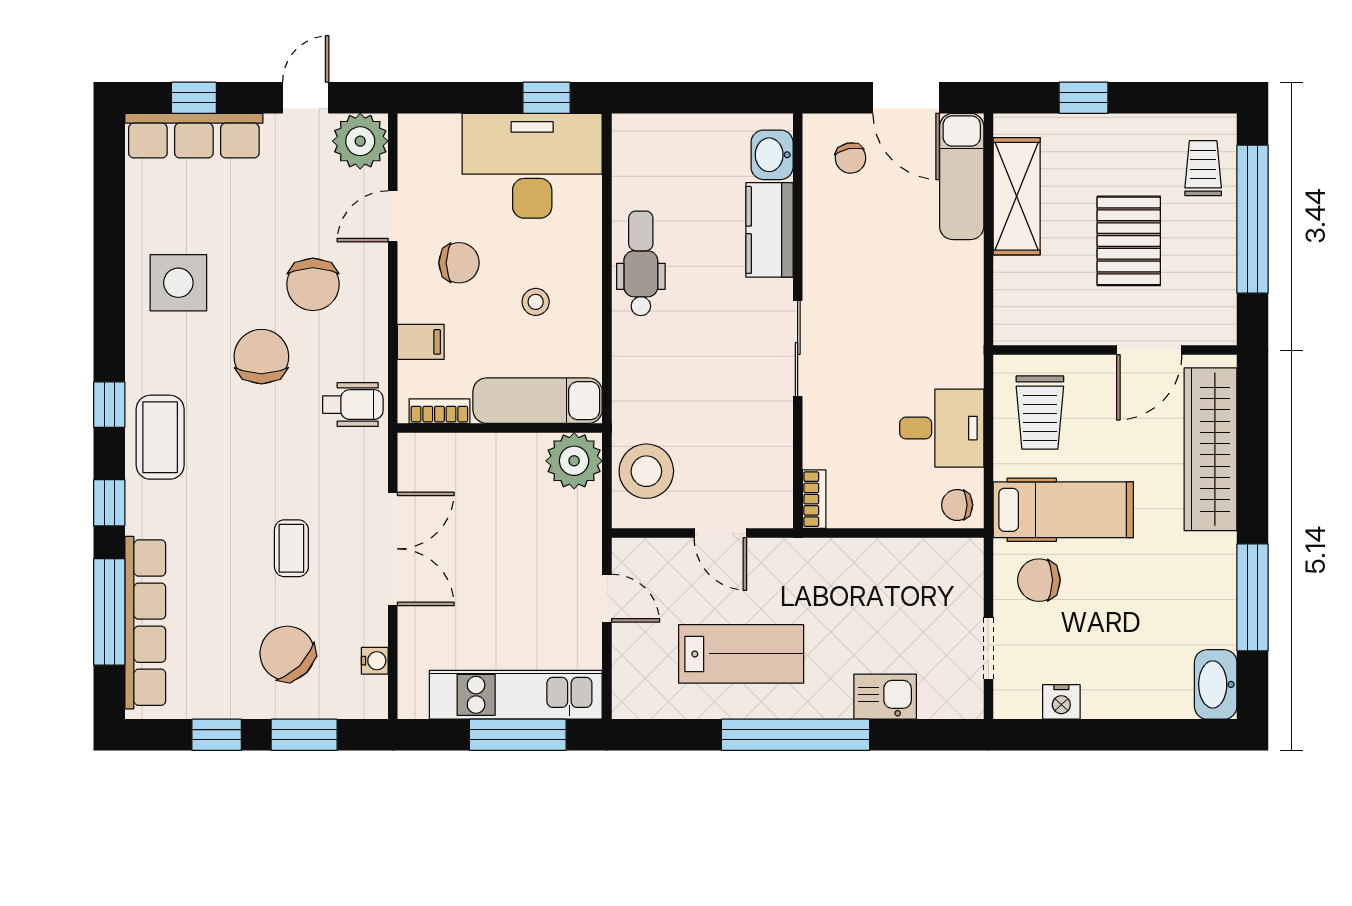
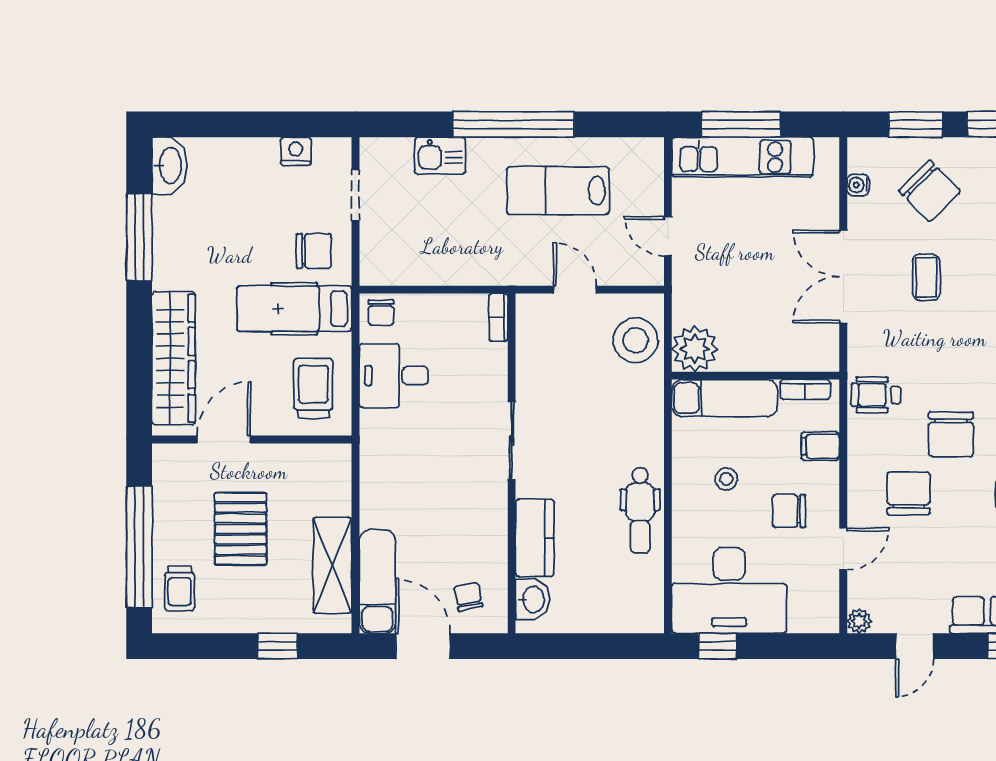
plant: (360, 141) -> (859, 621), width x0.53, depth x0.53
chair: (957, 505) -> (381, 313), turned 90

